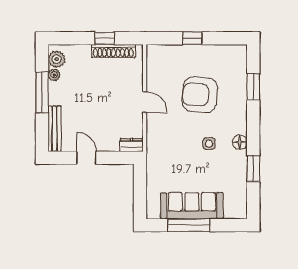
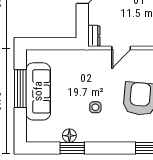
door: (145, 102) -> (121, 48), moved
floor lamp: (240, 142) -> (69, 136), moved

